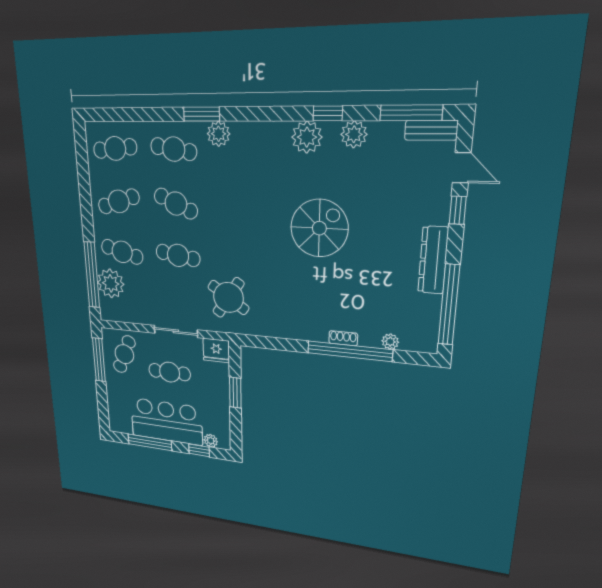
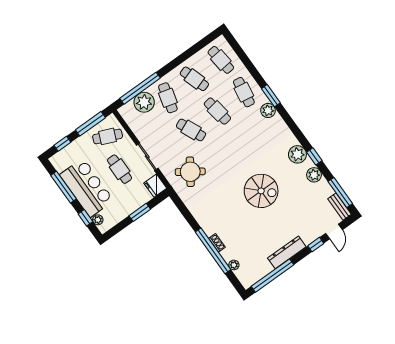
cafe table: (176, 204) -> (217, 111), turned -33
cafe table: (178, 255) -> (191, 130), turned -33
window: (103, 405) -> (62, 144), added

